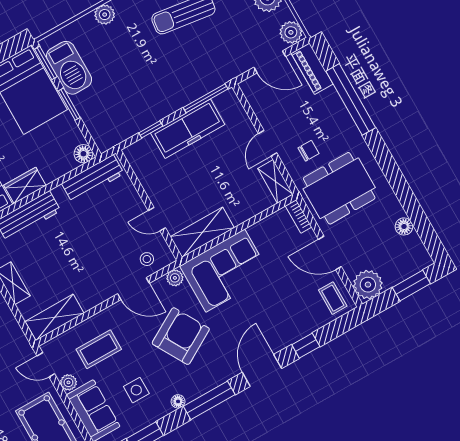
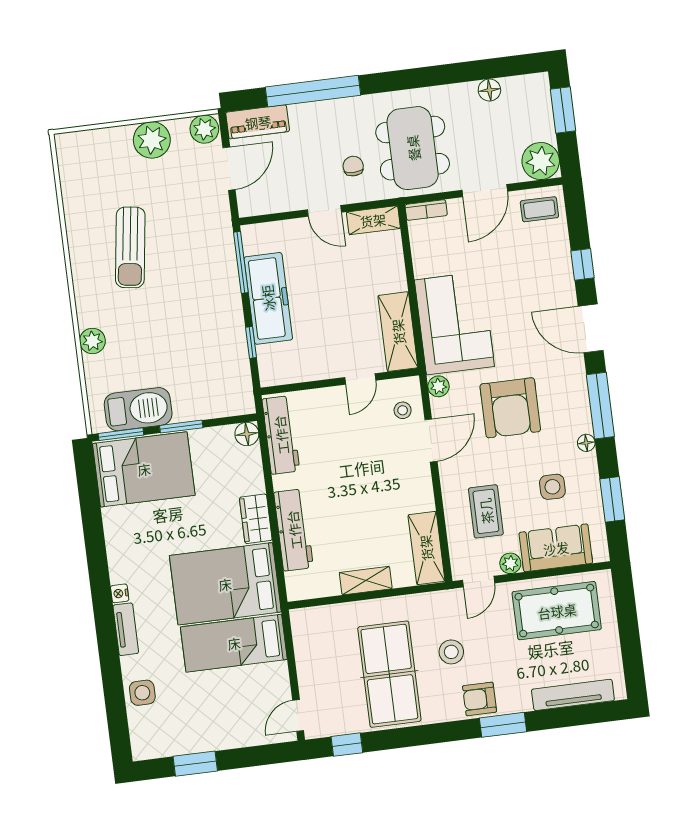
armchair: (181, 336) -> (510, 408), turned -150

